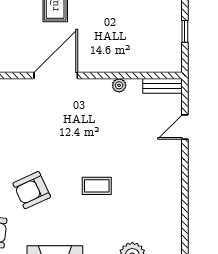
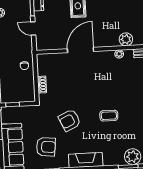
plant: (131, 62) -> (126, 39), added

